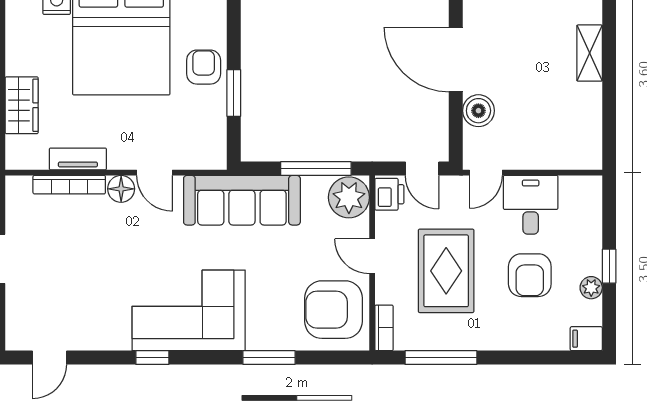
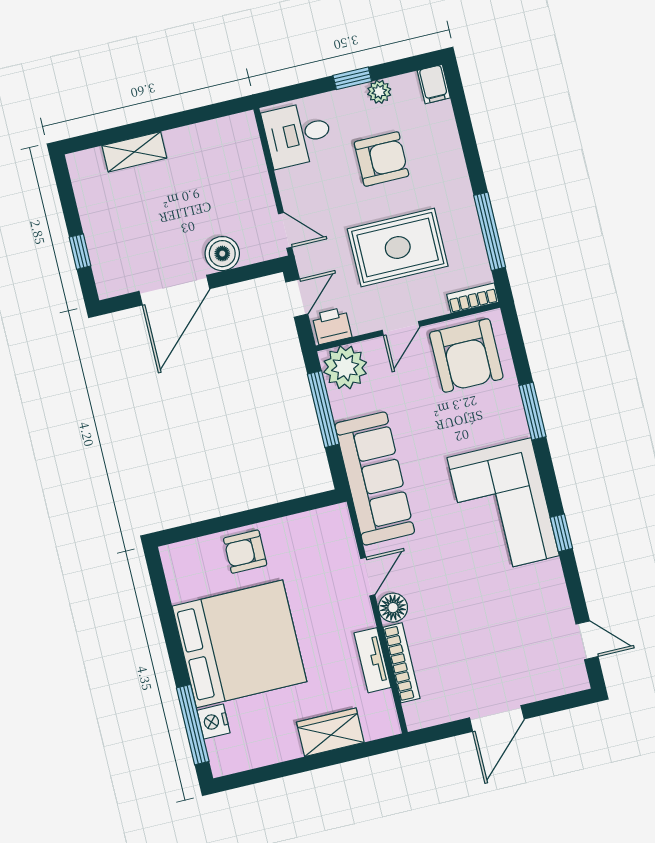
window: (234, 93) -> (265, 514), removed
desk: (531, 205) -> (298, 134), moved

